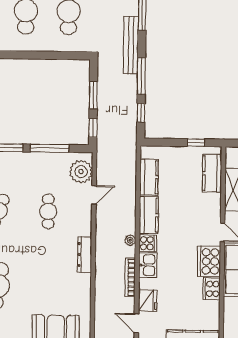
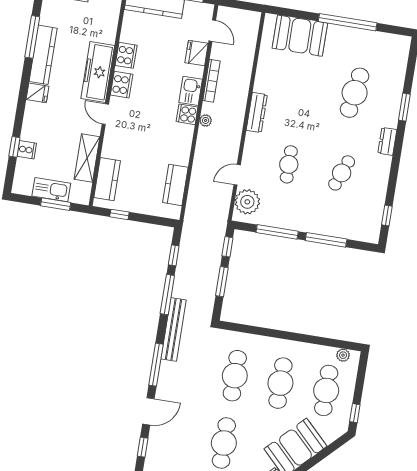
kitchen counter: (149, 215) -> (182, 144), removed
cooker: (209, 261) -> (122, 85), width x0.73, depth x0.76

